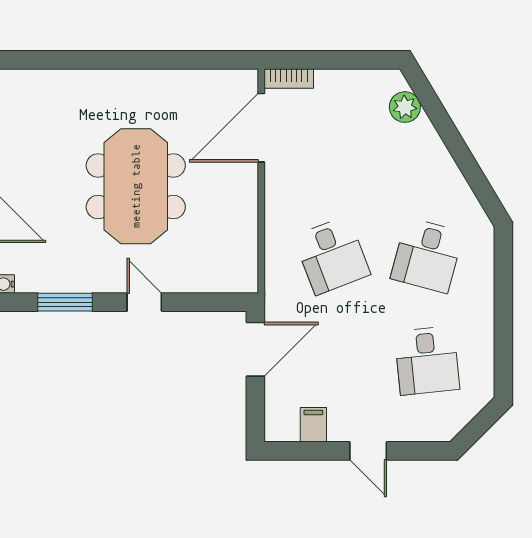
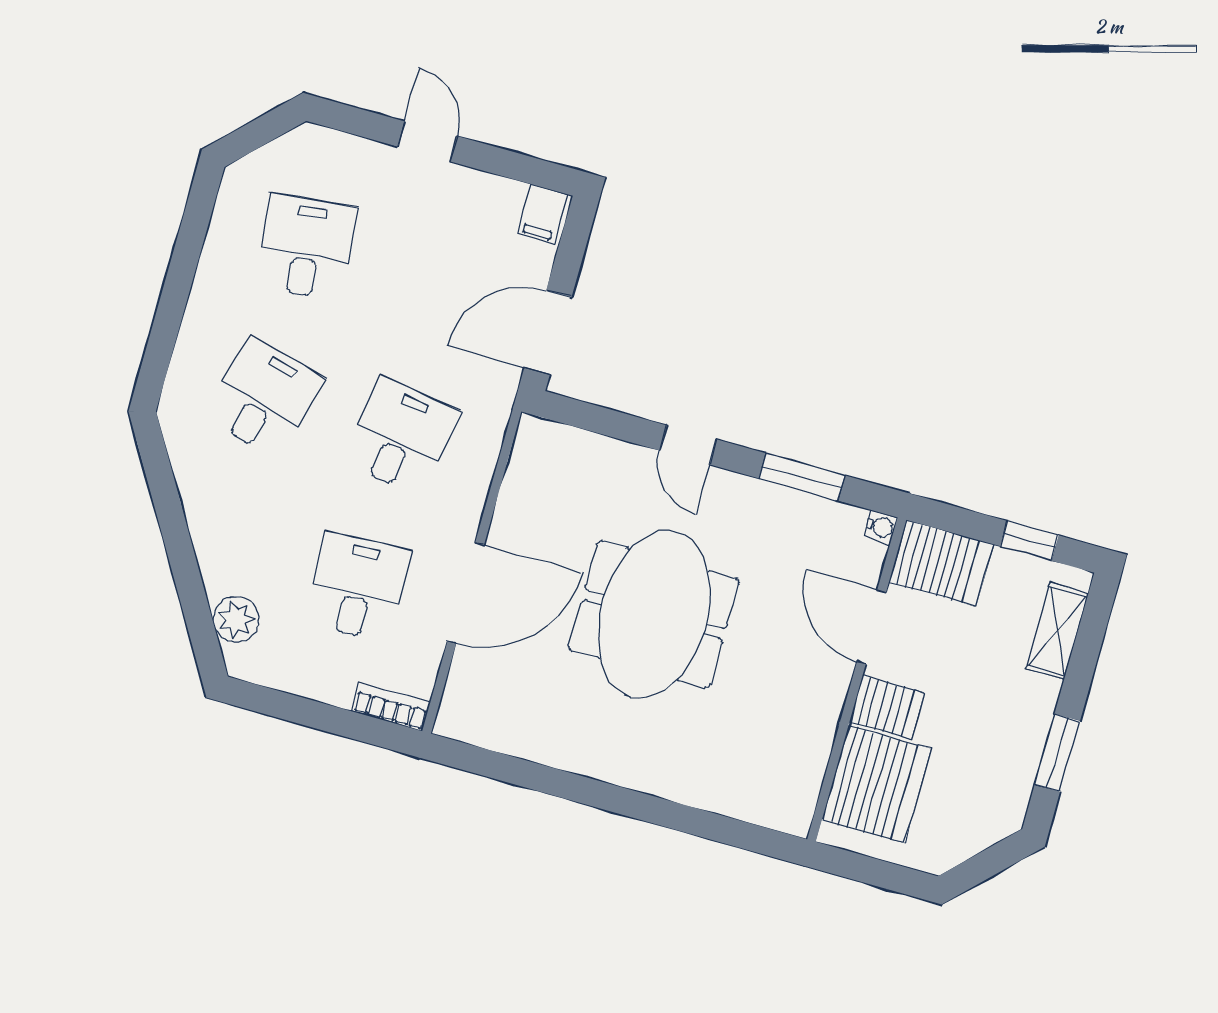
door: (261, 128) -> (466, 593), moved
desk: (332, 150) -> (358, 587), added
desk: (332, 255) -> (401, 436), turned 30
filing cabinet: (313, 425) -> (542, 214), moved

